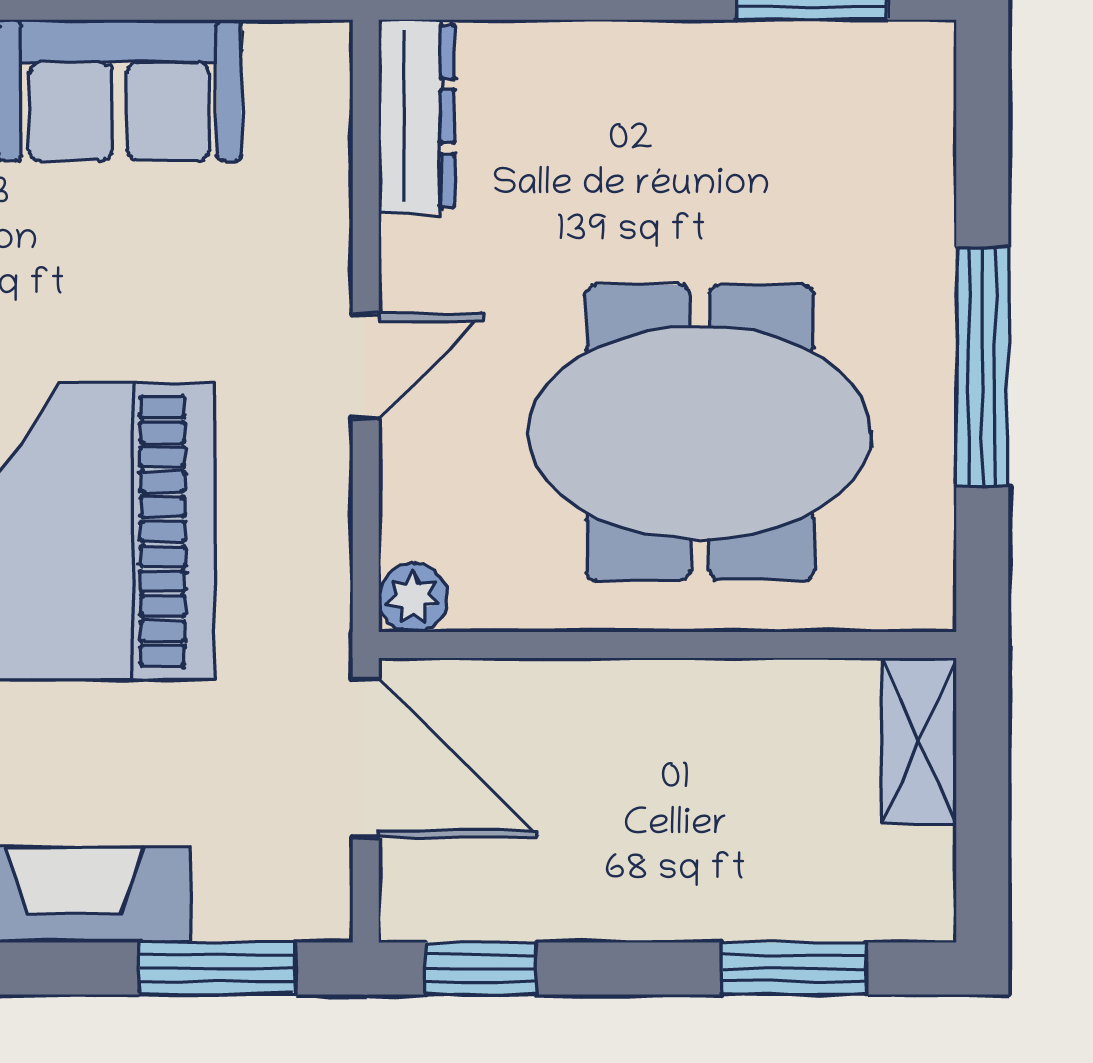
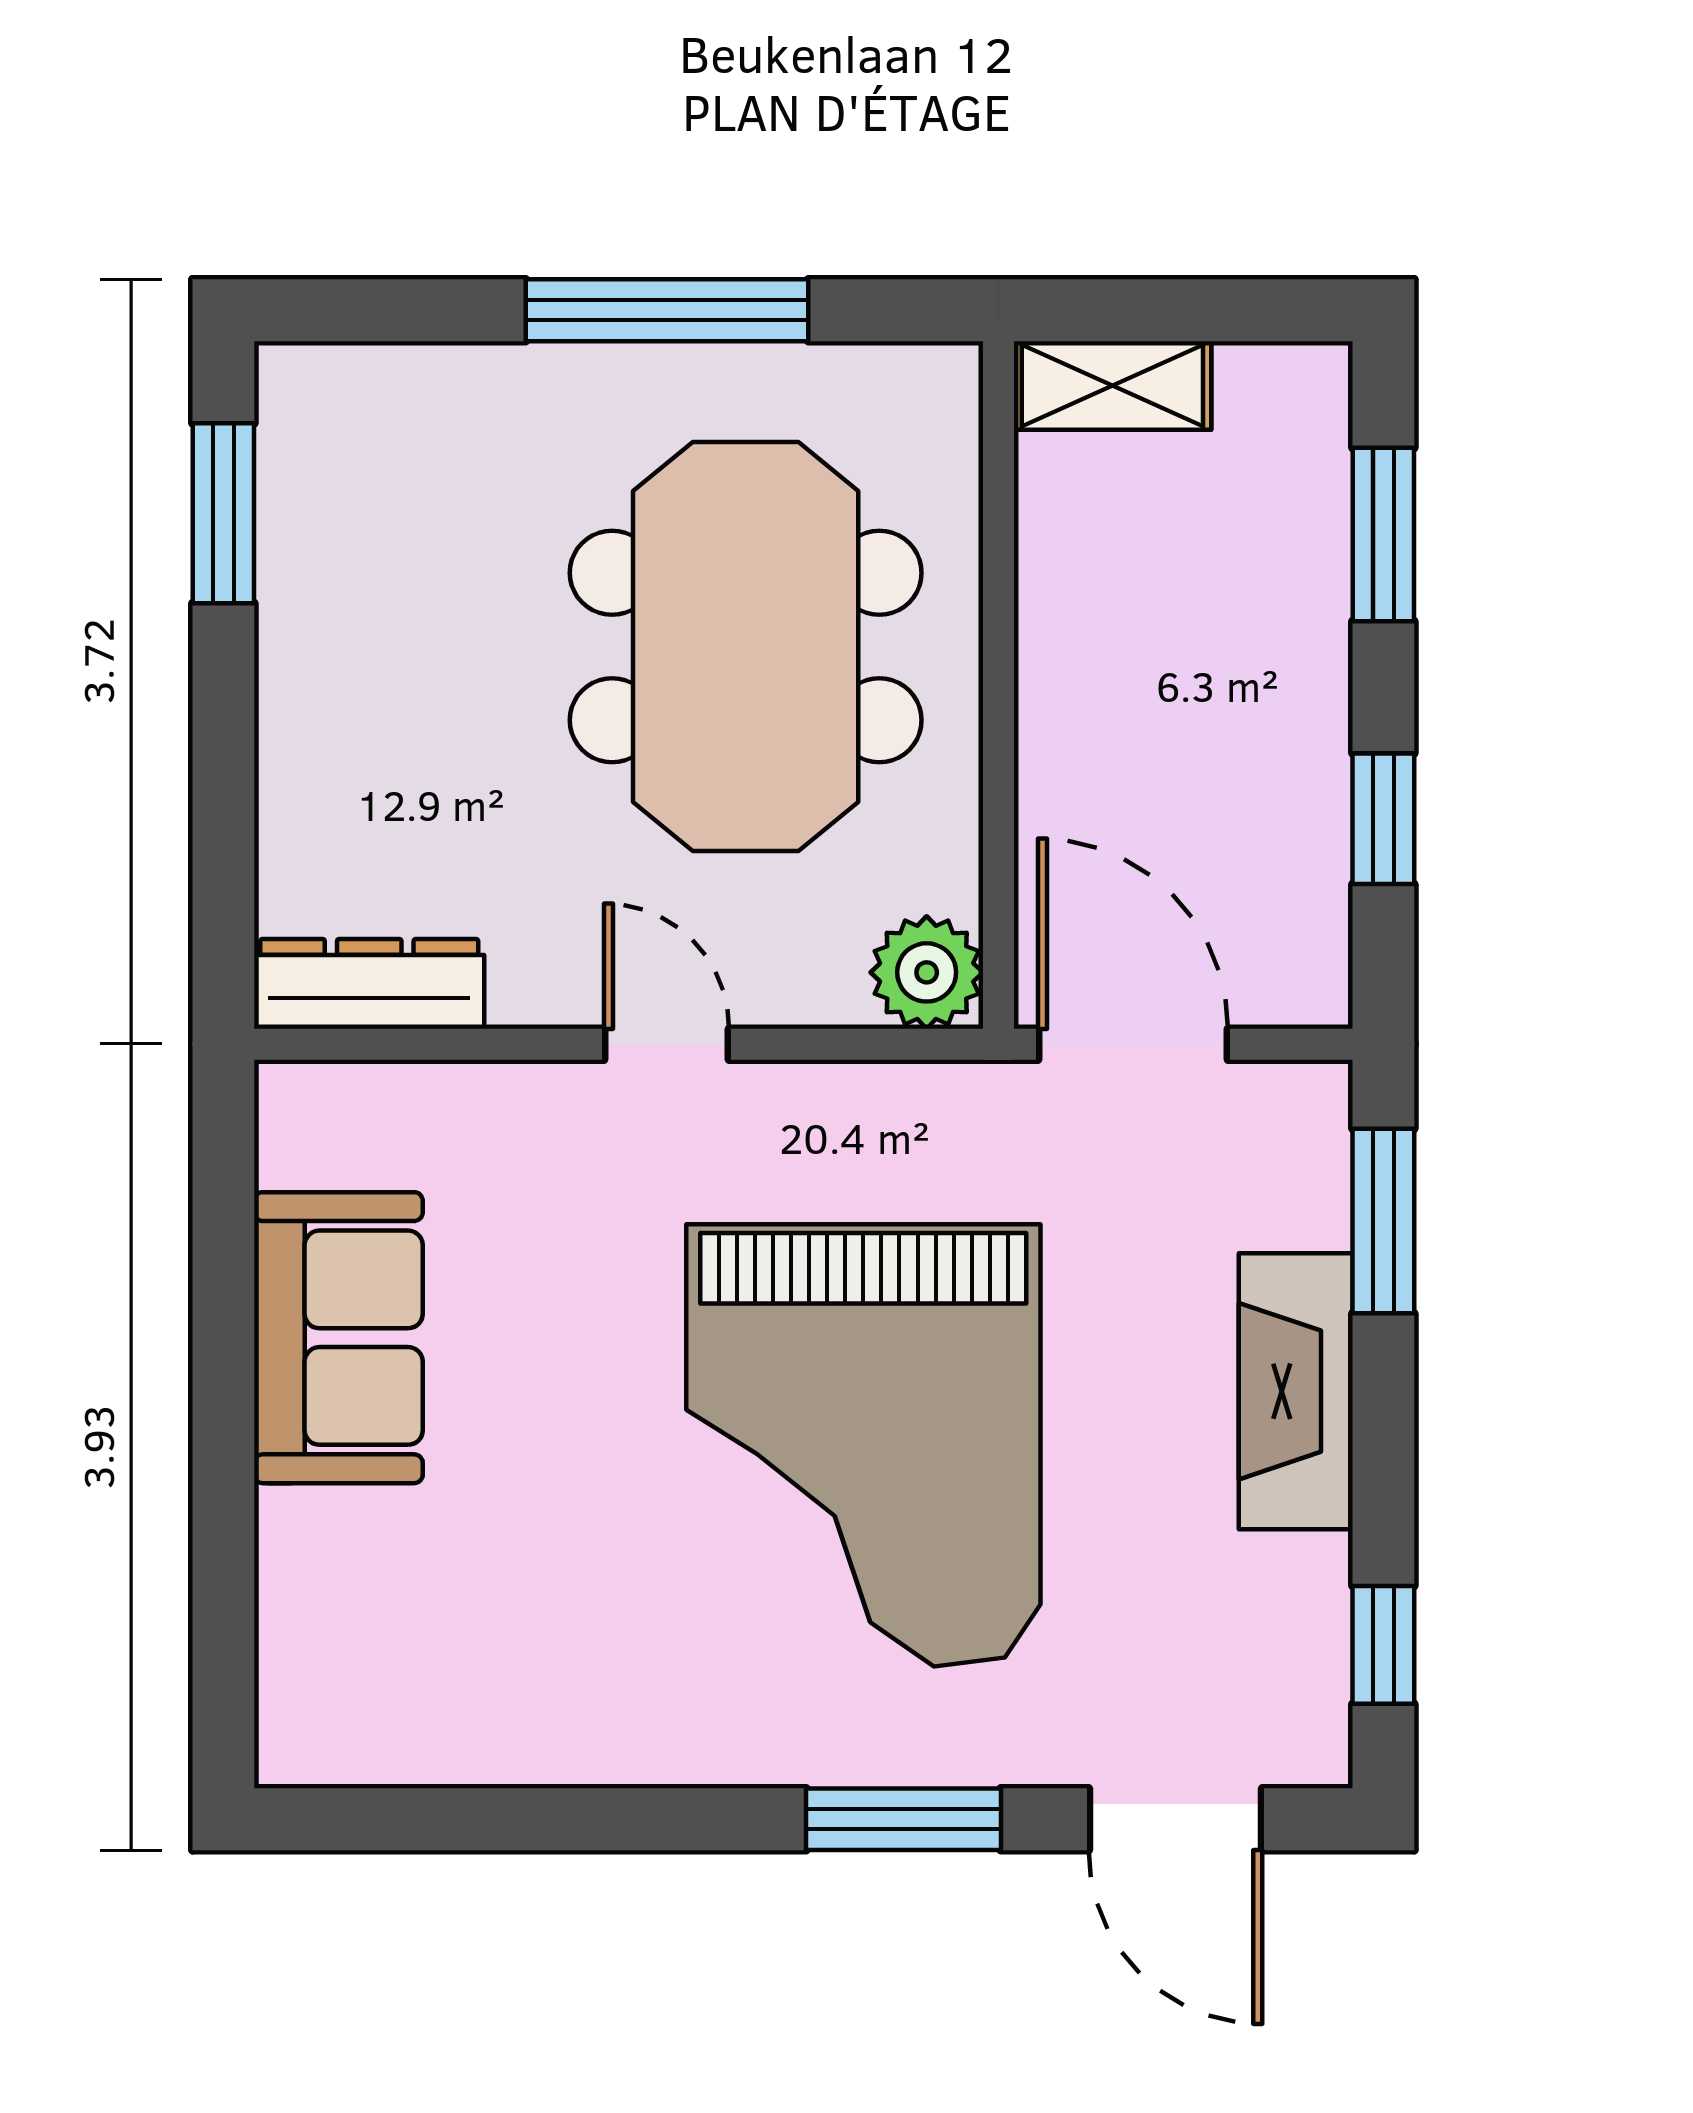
plant: (413, 598) -> (927, 972), width x1.38, depth x1.38
door: (366, 758) -> (1133, 1044), hinge flipped
window: (481, 968) -> (1383, 819), moved

